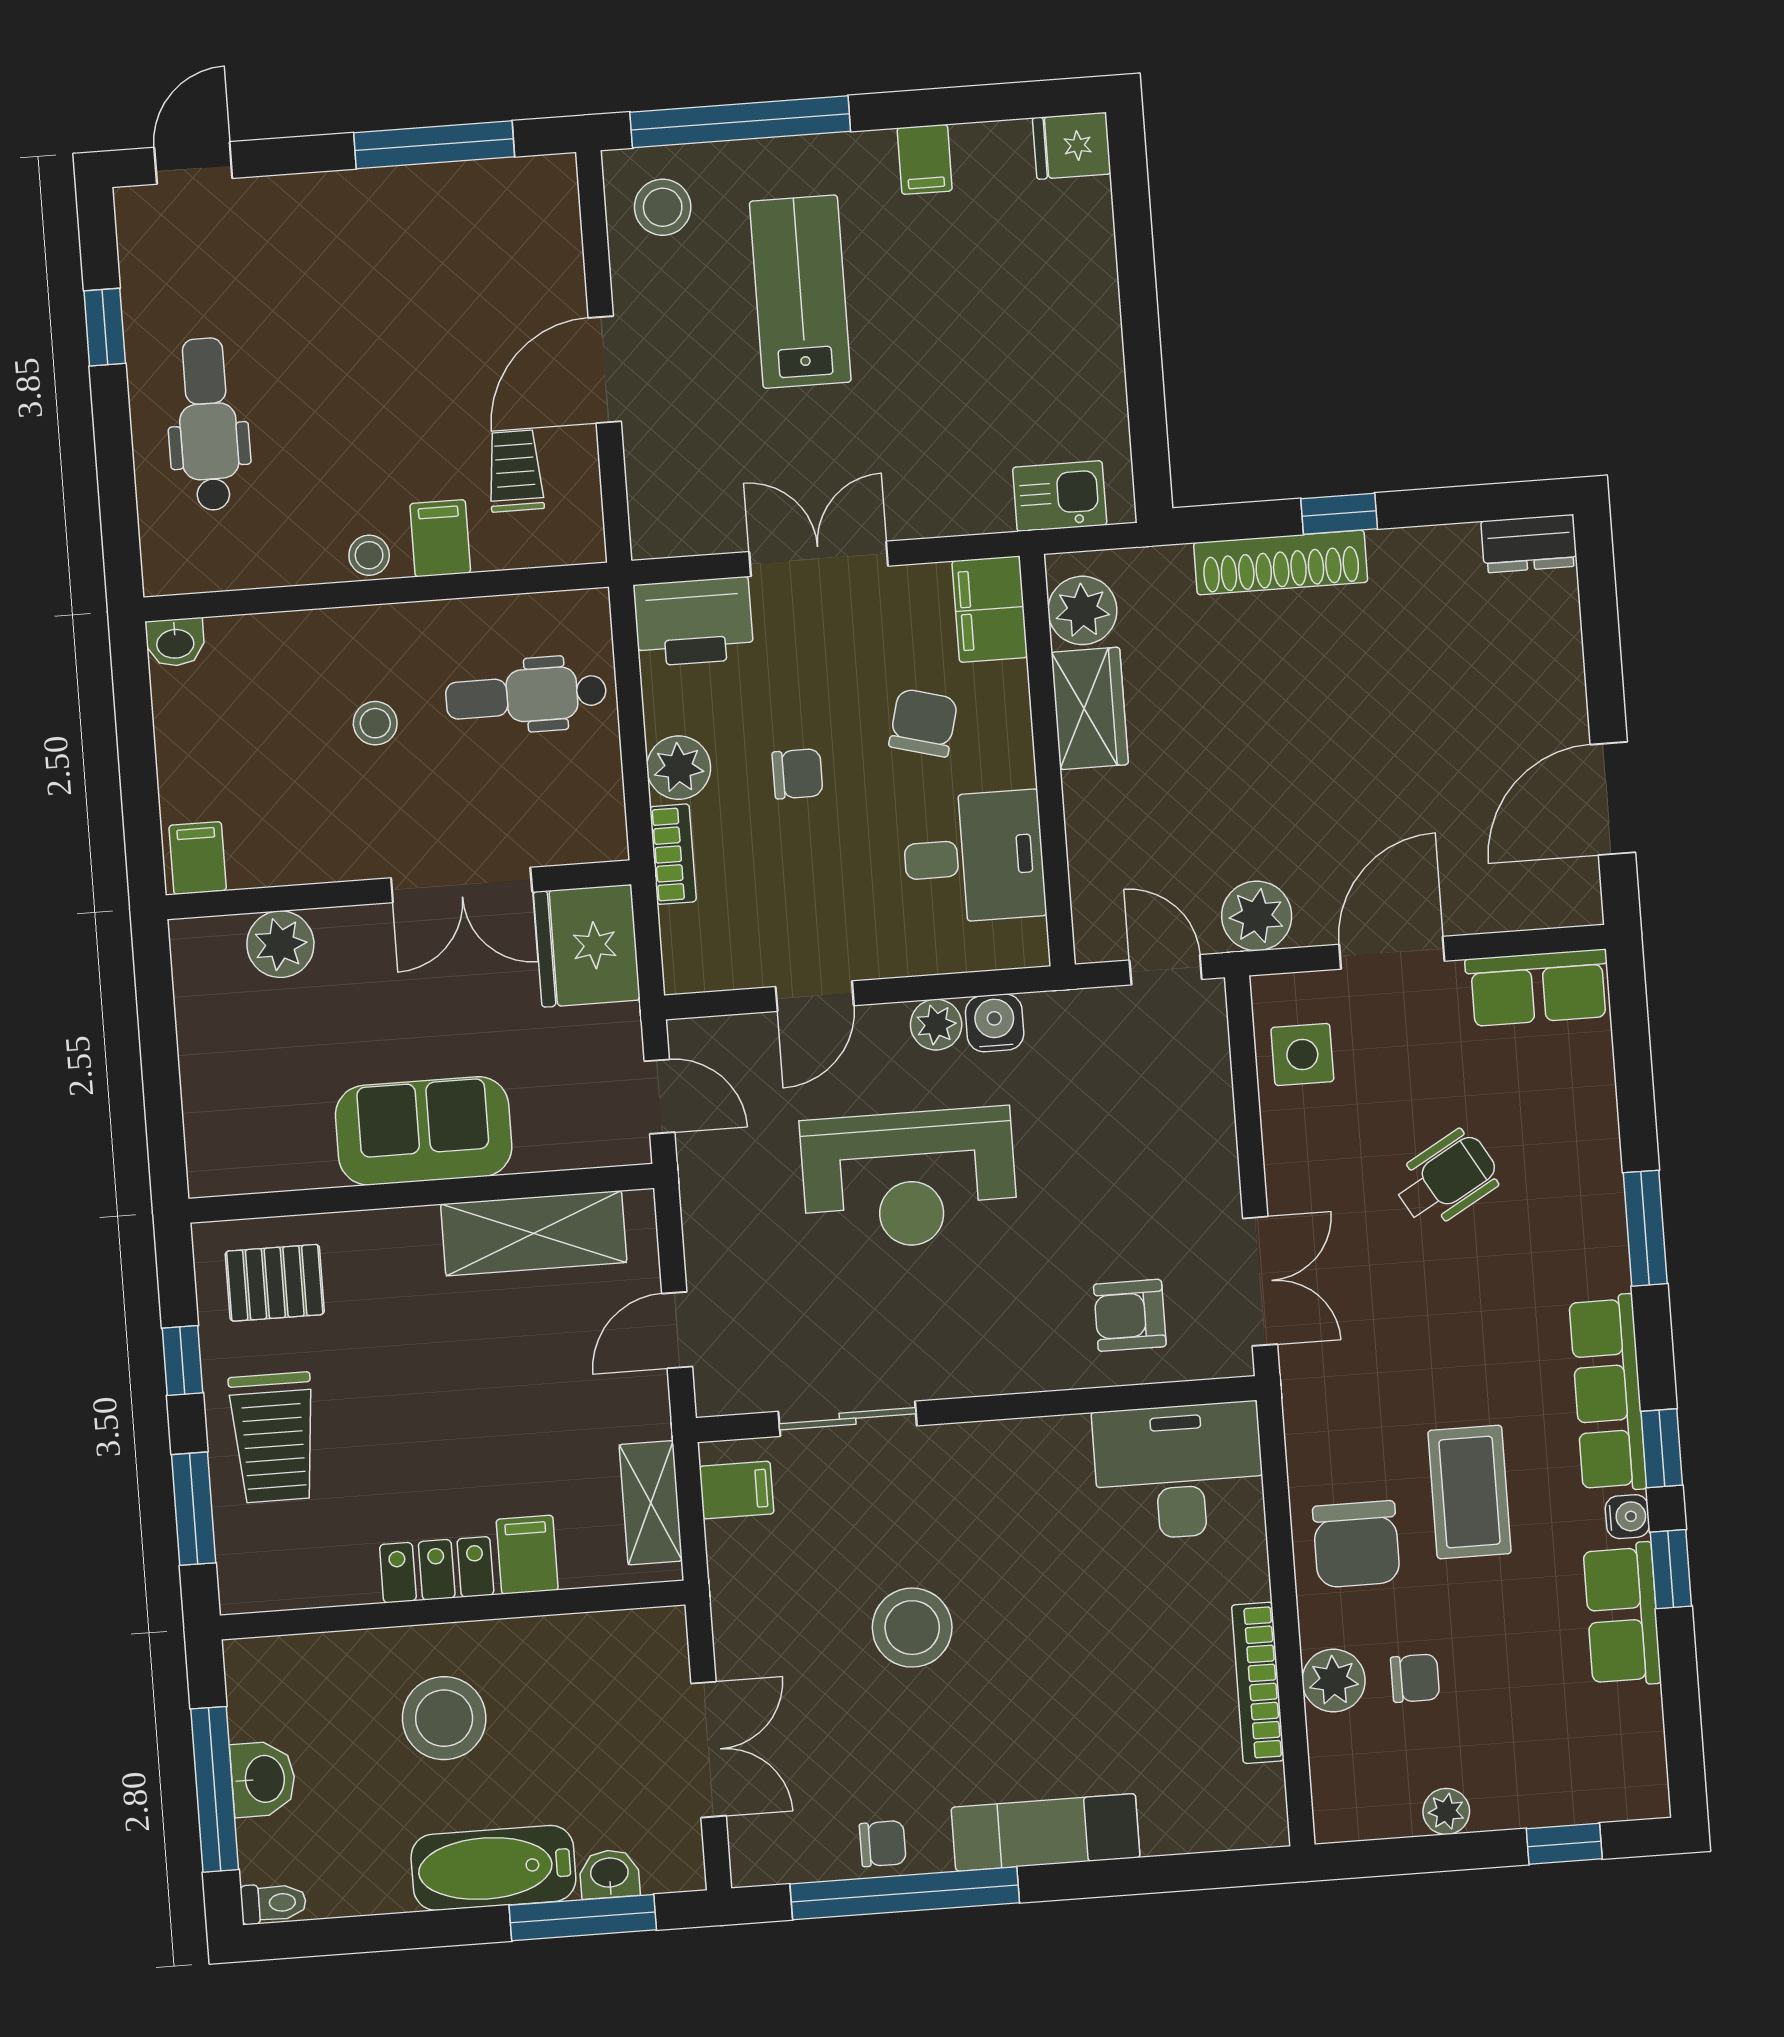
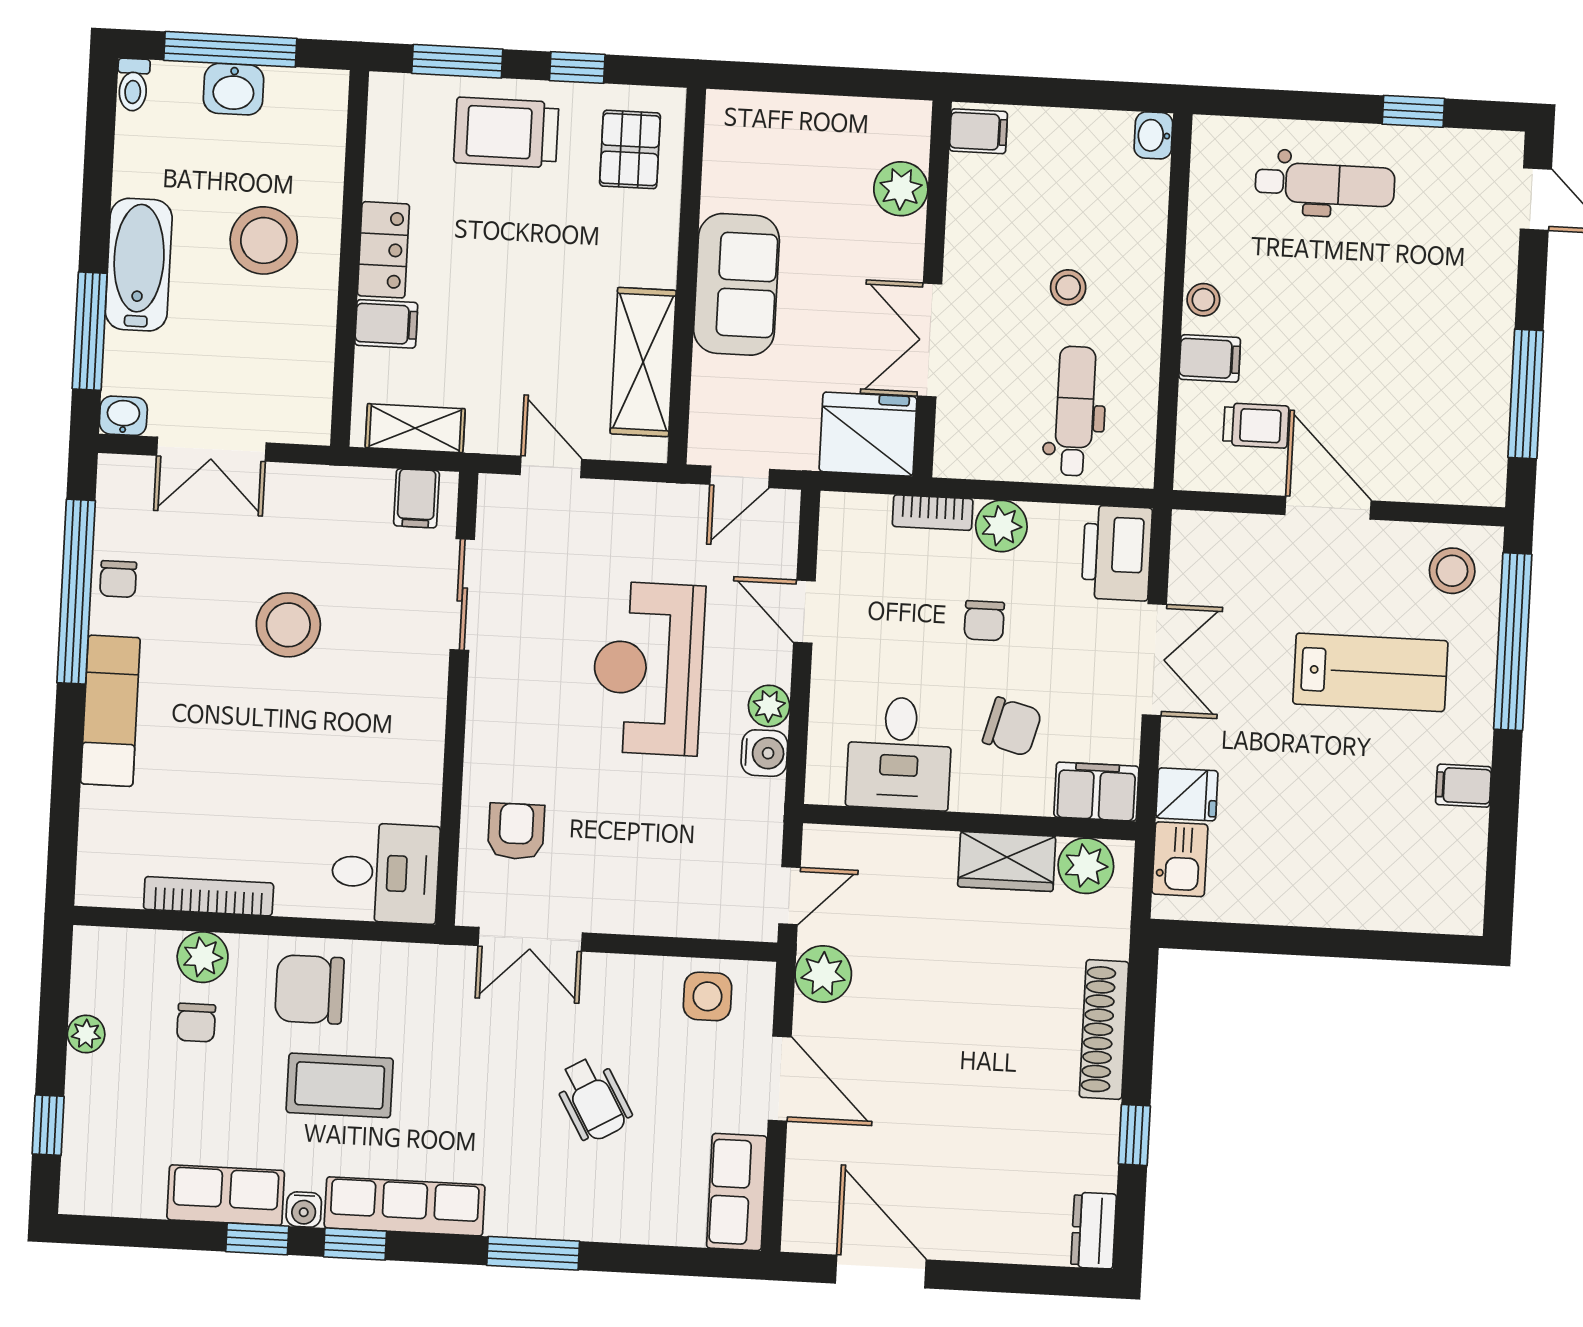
fridge: (1072, 146) -> (1187, 794), moved, turned 90
window: (1339, 514) -> (1134, 1135), moved
desk: (1179, 1471) -> (385, 873), width x0.73
washbasin: (609, 1874) -> (123, 416), moved, turned -90

